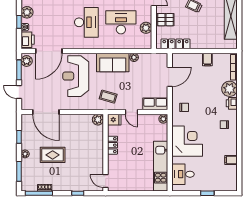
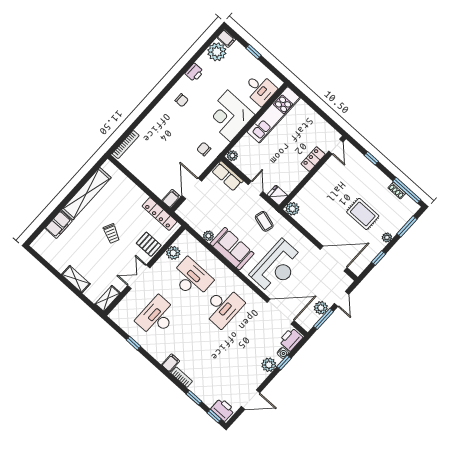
desk: (86, 22) -> (223, 307), turned 180
desk: (121, 22) -> (191, 278), turned 180
filing cabinet: (207, 59) -> (171, 199), moved
plant: (27, 61) -> (321, 308), moved
door: (170, 77) -> (192, 189), hinge flipped
plant: (230, 89) -> (217, 52), moved
printer: (232, 103) -> (194, 72), moved
door: (46, 112) -> (334, 259), hinge flipped
locker: (113, 145) -> (313, 159), moved
filing cabinet: (231, 160) -> (226, 39), moved

